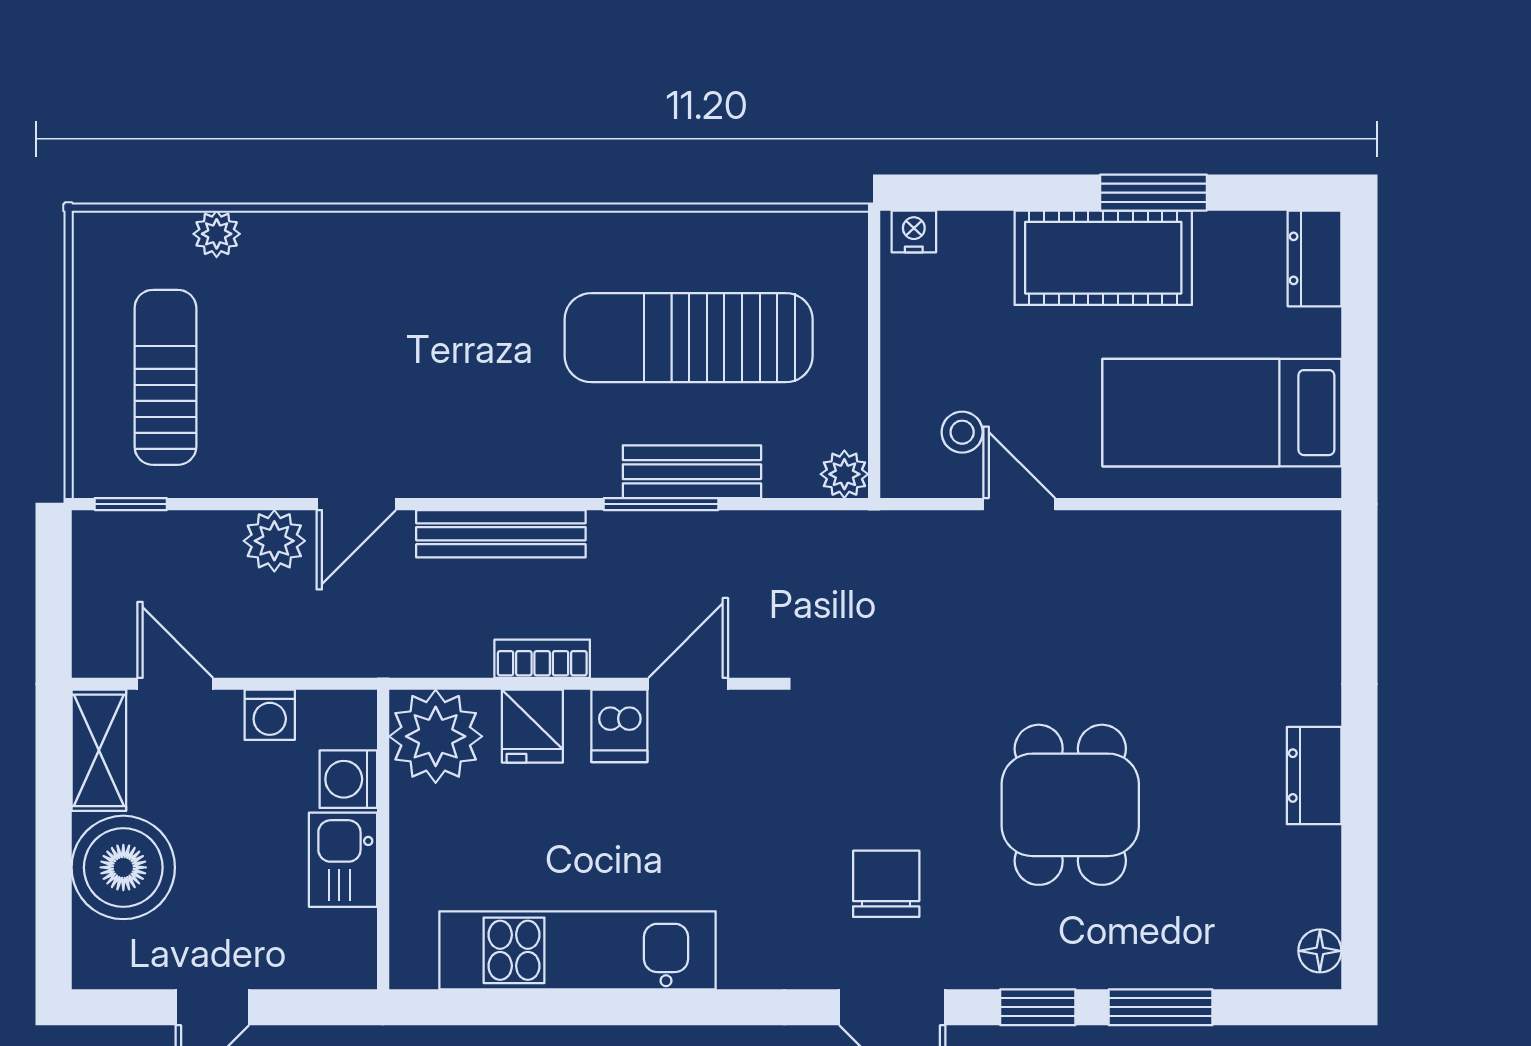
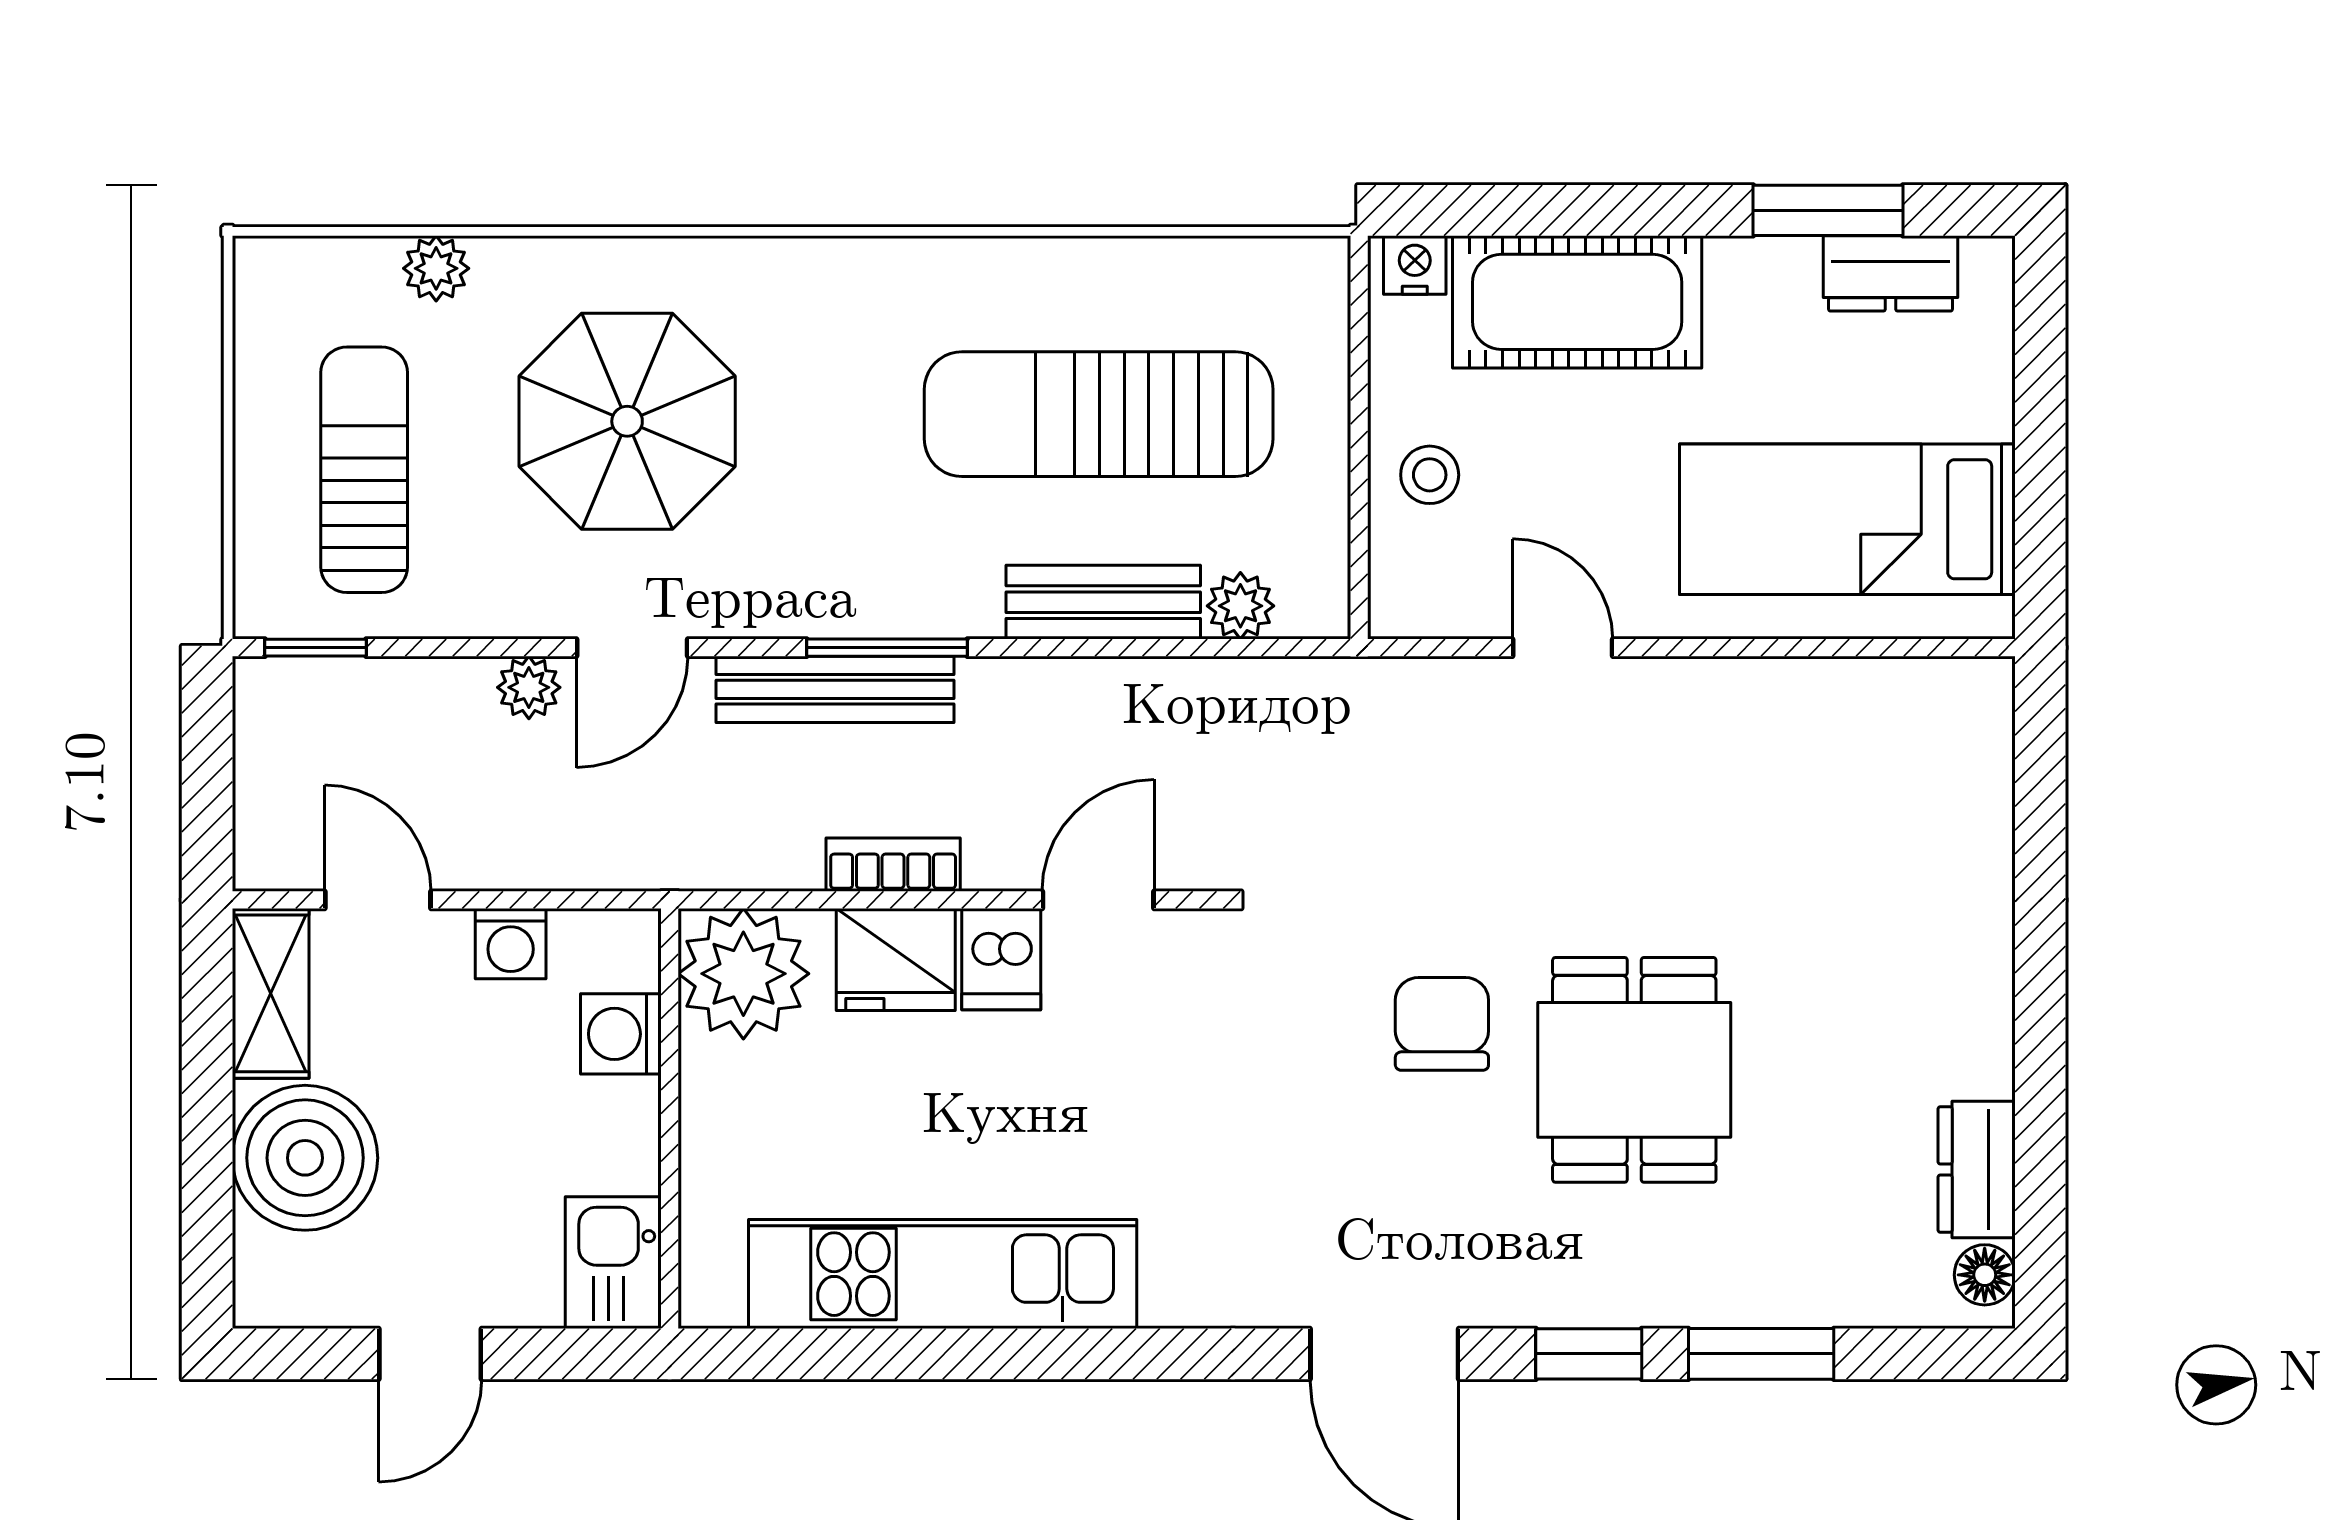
window: (1153, 193) -> (1828, 210), moved
cot: (1103, 258) -> (1577, 302), moved
dresser: (1315, 258) -> (1891, 273), moved, turned -90
parasol: (353, 343) -> (627, 421), added
stool: (962, 432) -> (1430, 475), moved
plant: (844, 474) -> (1240, 606), moved
window: (661, 504) -> (887, 648), moved
plant: (274, 541) -> (529, 687), width x0.73, depth x0.73
fridge: (532, 726) -> (896, 959), width x1.38
dresser: (1314, 776) -> (1977, 1170), moved
kitchen sink: (343, 860) -> (613, 1263), moved
chair: (886, 884) -> (1442, 1024), moved

